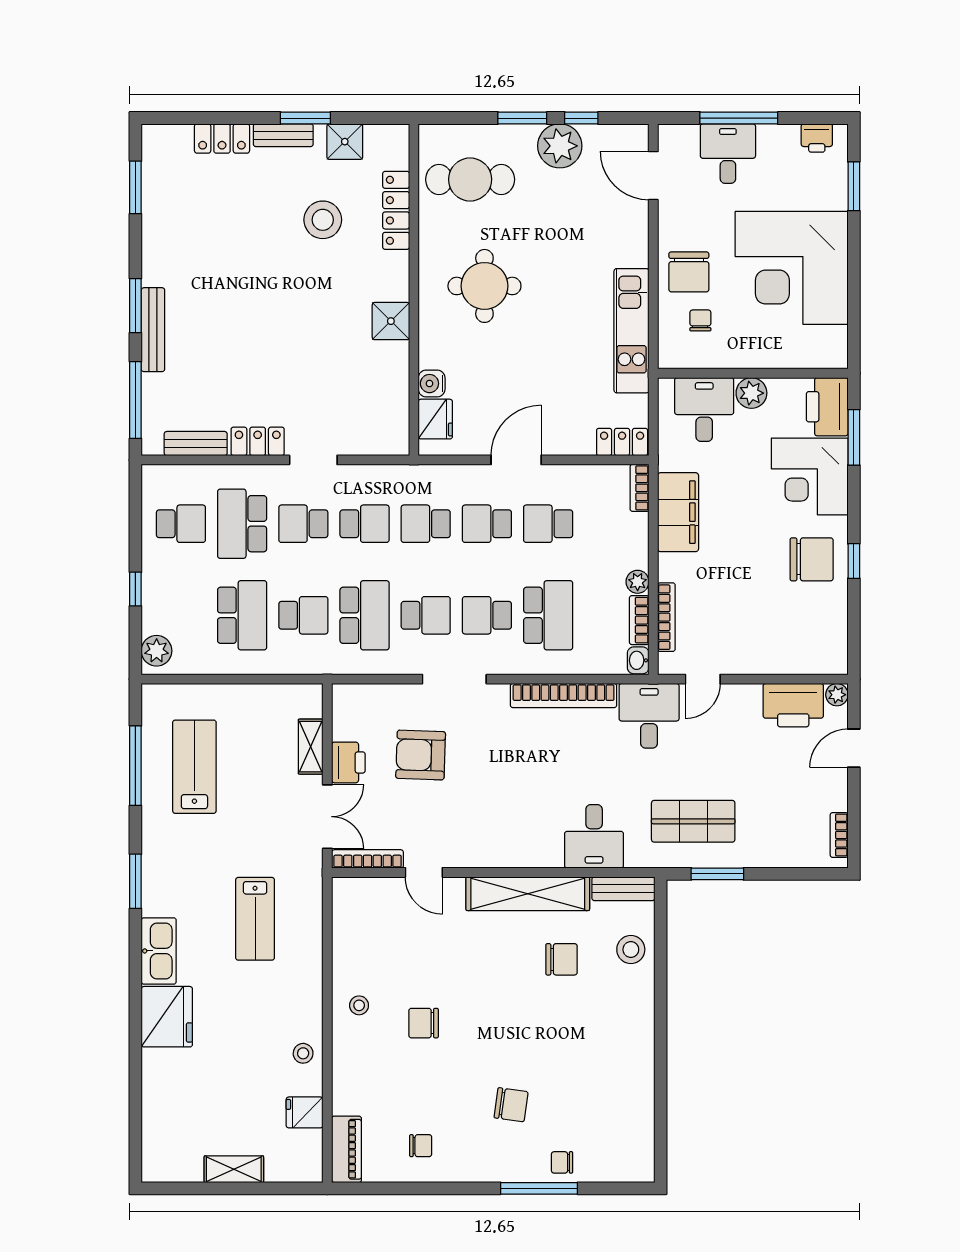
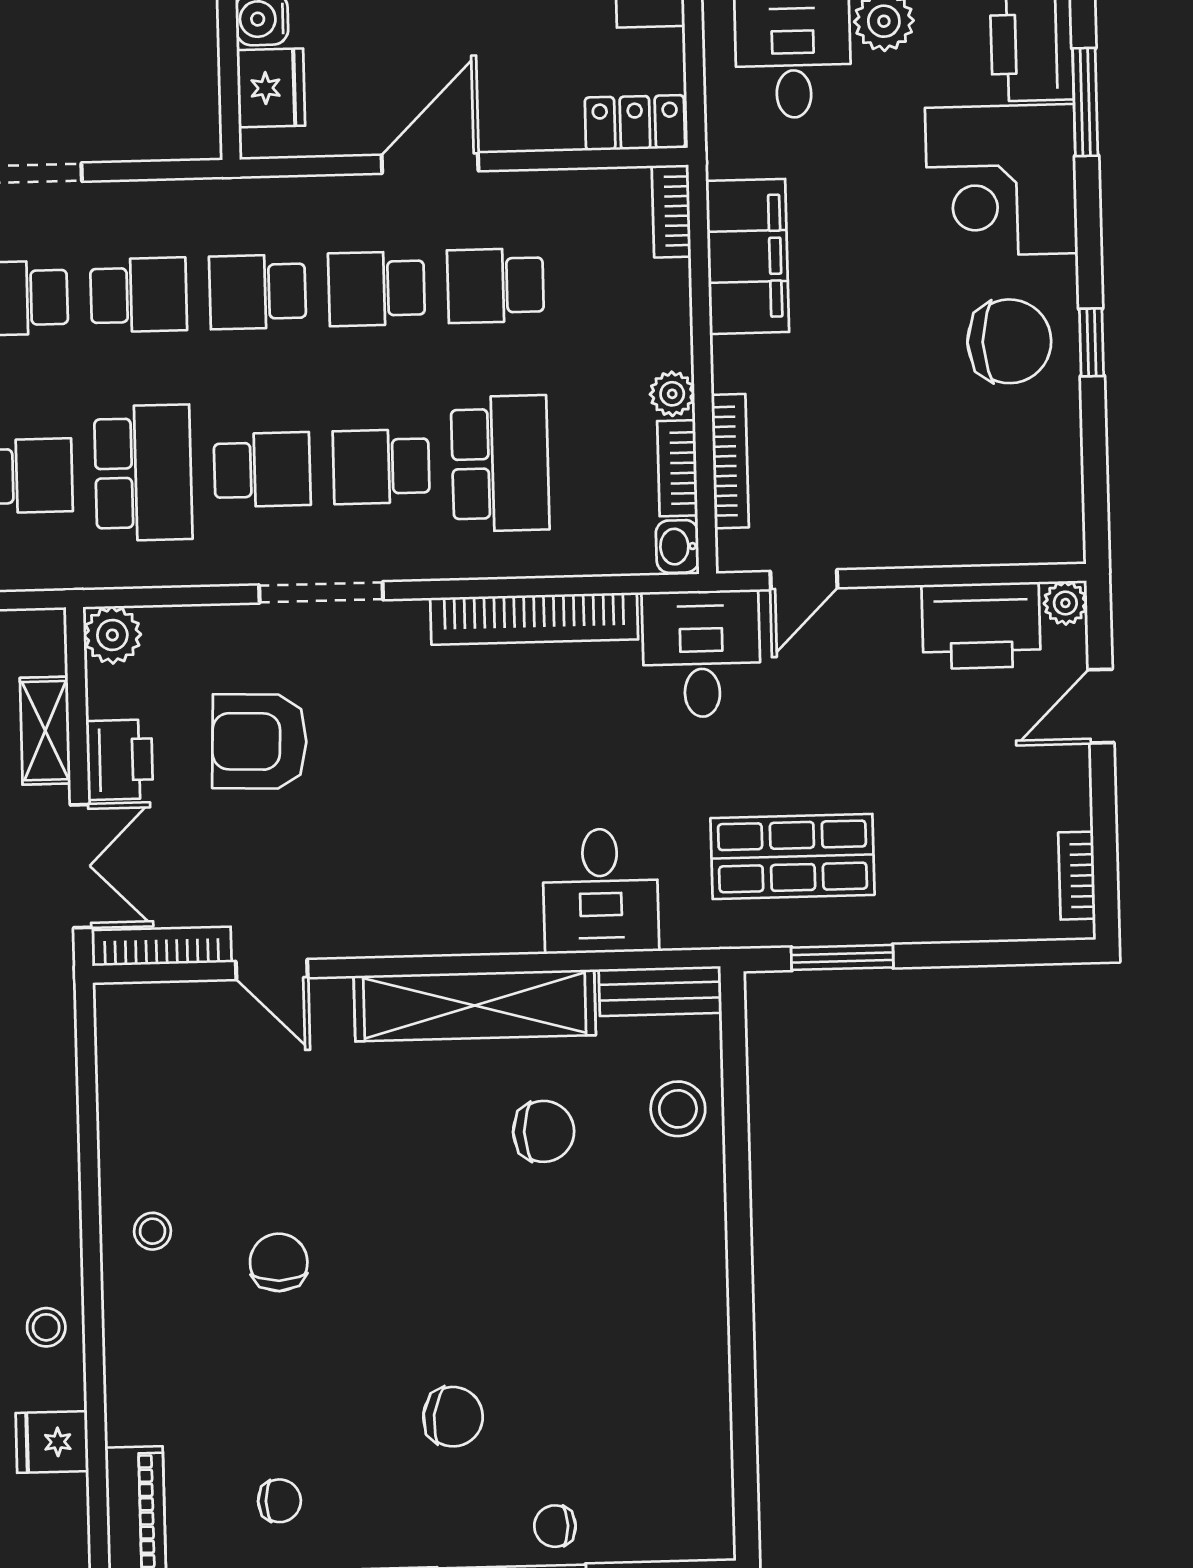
plant: (346, 698) -> (112, 635), added
chair: (424, 1023) -> (279, 1262), turned 90

